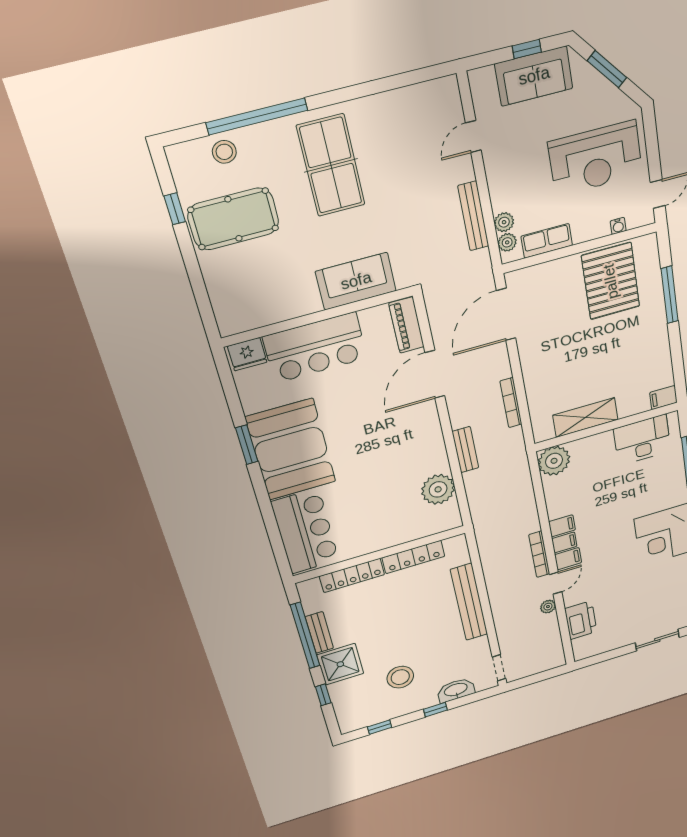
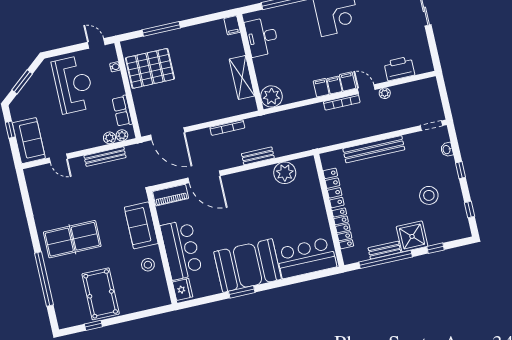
sofa: (534, 76) -> (29, 141), moved
stool: (224, 152) -> (148, 265), moved
washbasin: (456, 690) -> (447, 150), width x0.52, depth x0.69

